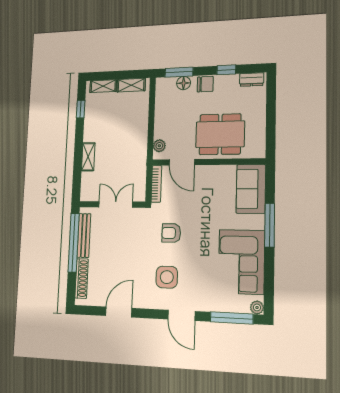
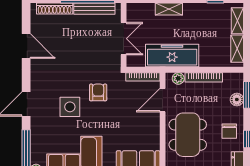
chair: (205, 84) -> (229, 131), moved
bookcase: (159, 119) -> (204, 77), added
freezer: (135, 153) -> (172, 56), added
side table: (167, 277) -> (70, 107), moved

